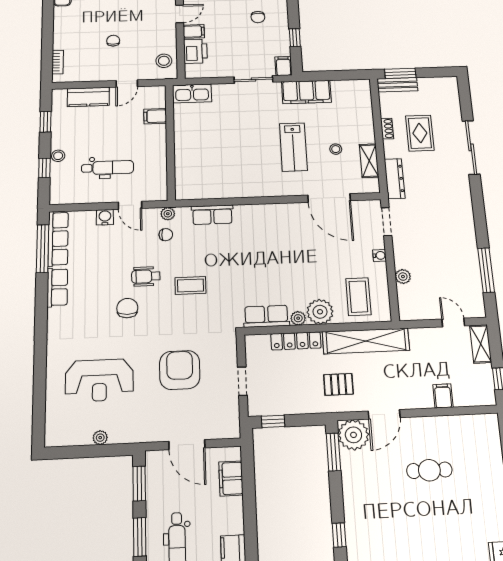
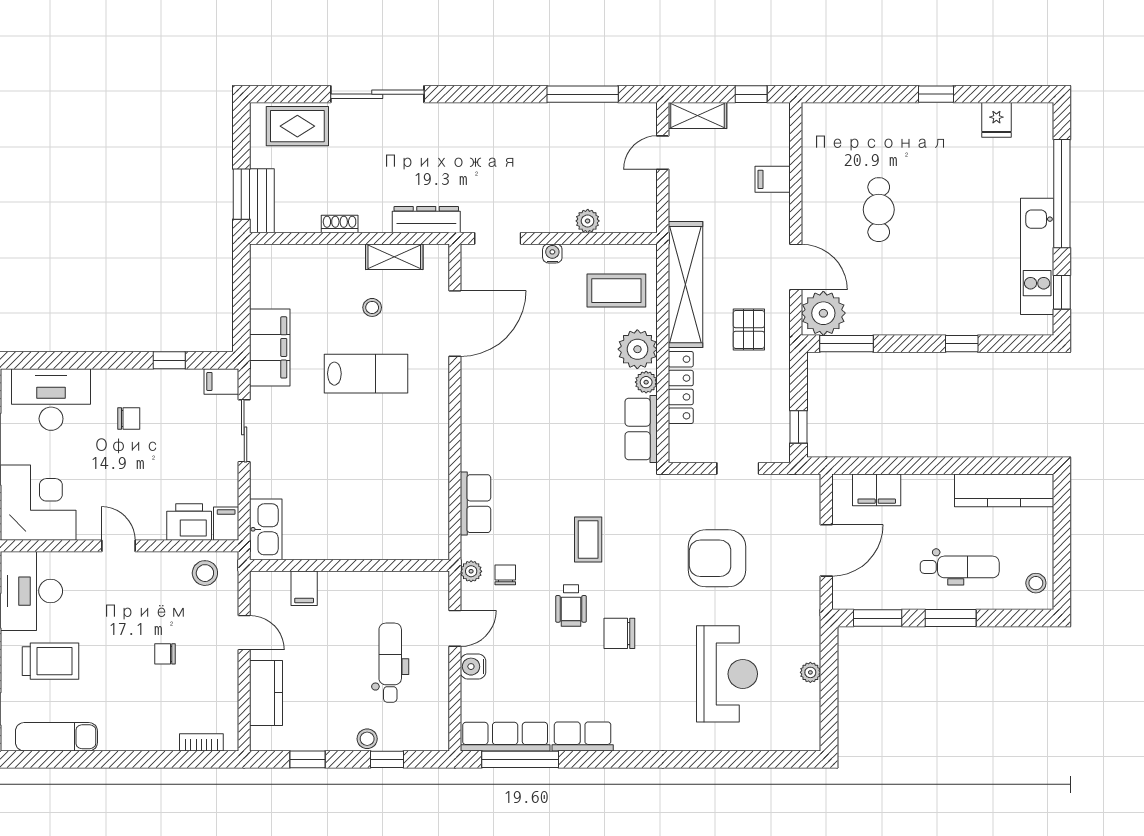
filing cabinet: (194, 31) -> (226, 524), moved
rug: (420, 133) -> (297, 126), moved

